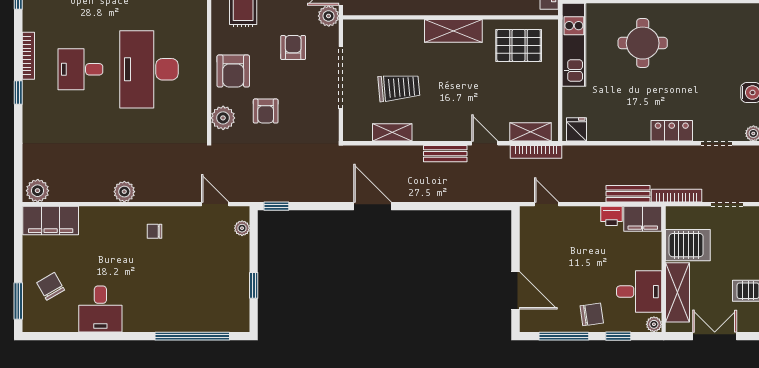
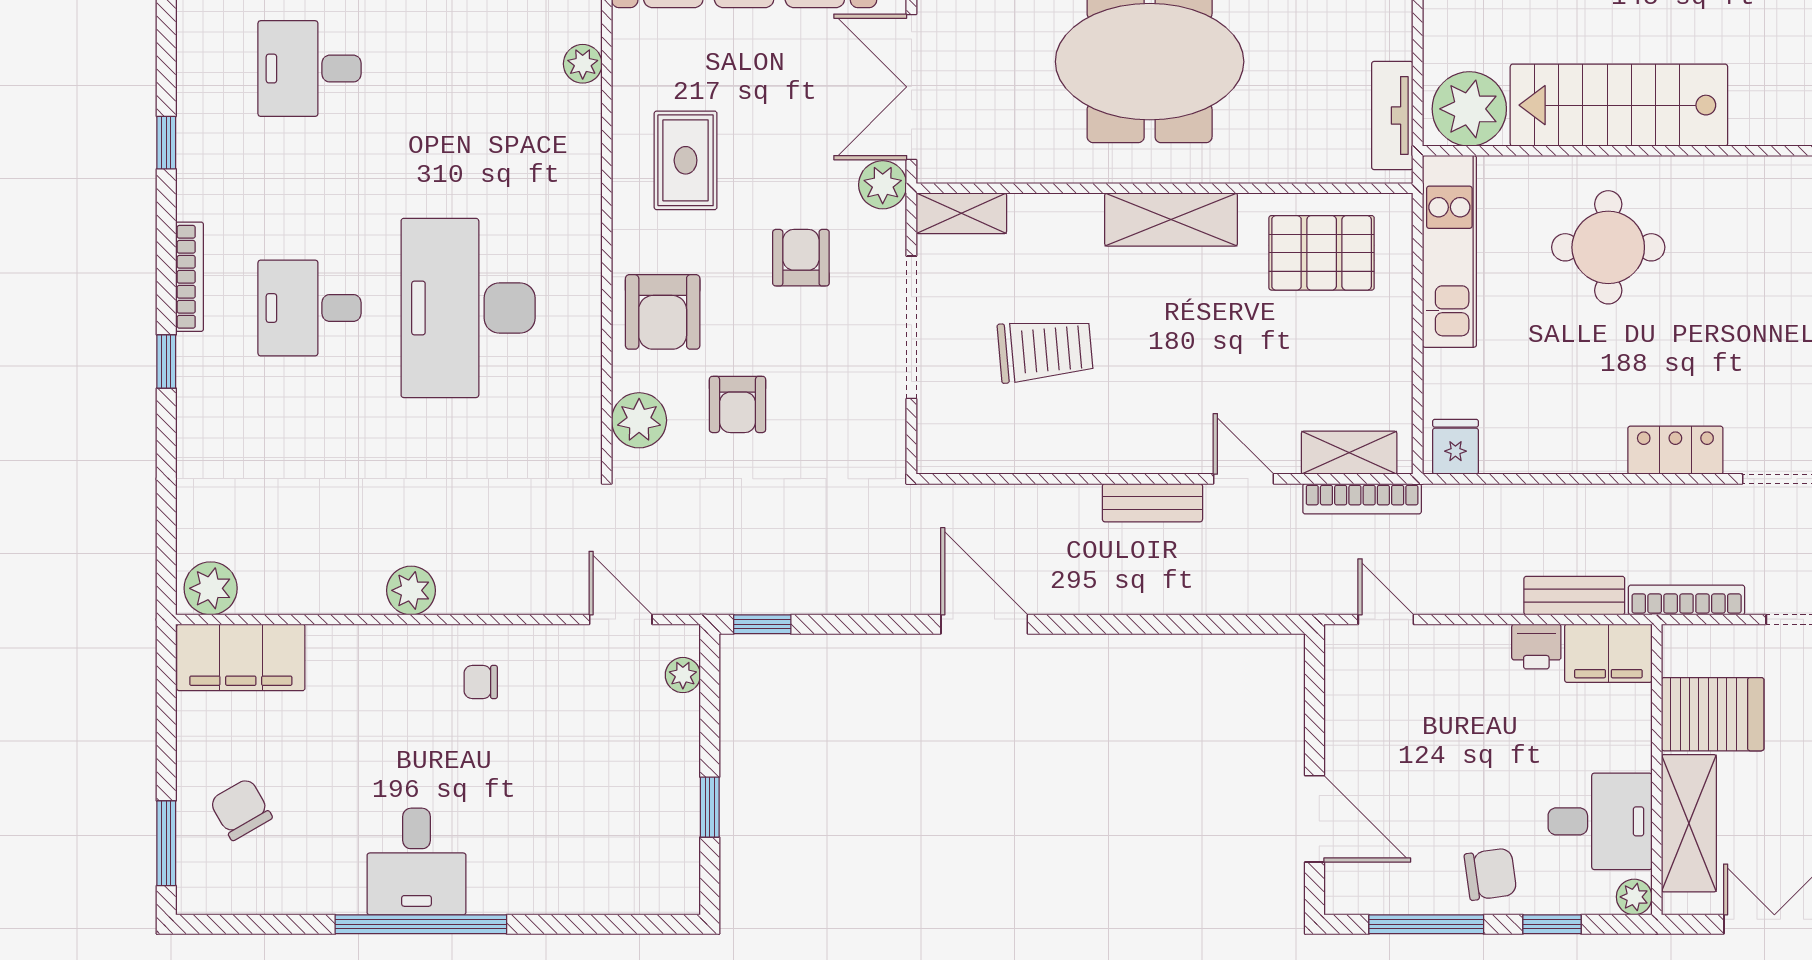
shelving: (392, 132) -> (961, 213), moved
desk: (100, 309) -> (417, 861), moved
window: (192, 336) -> (421, 924), moved

